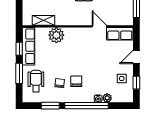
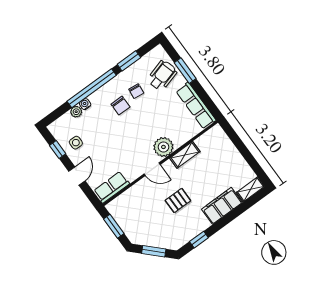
shelving: (44, 20) -> (185, 155), moved
door: (99, 26) -> (152, 169), moved
plant: (56, 35) -> (163, 147), moved
window: (19, 49) -> (204, 96), removed
wheelchair: (36, 81) -> (162, 75), turned -106

